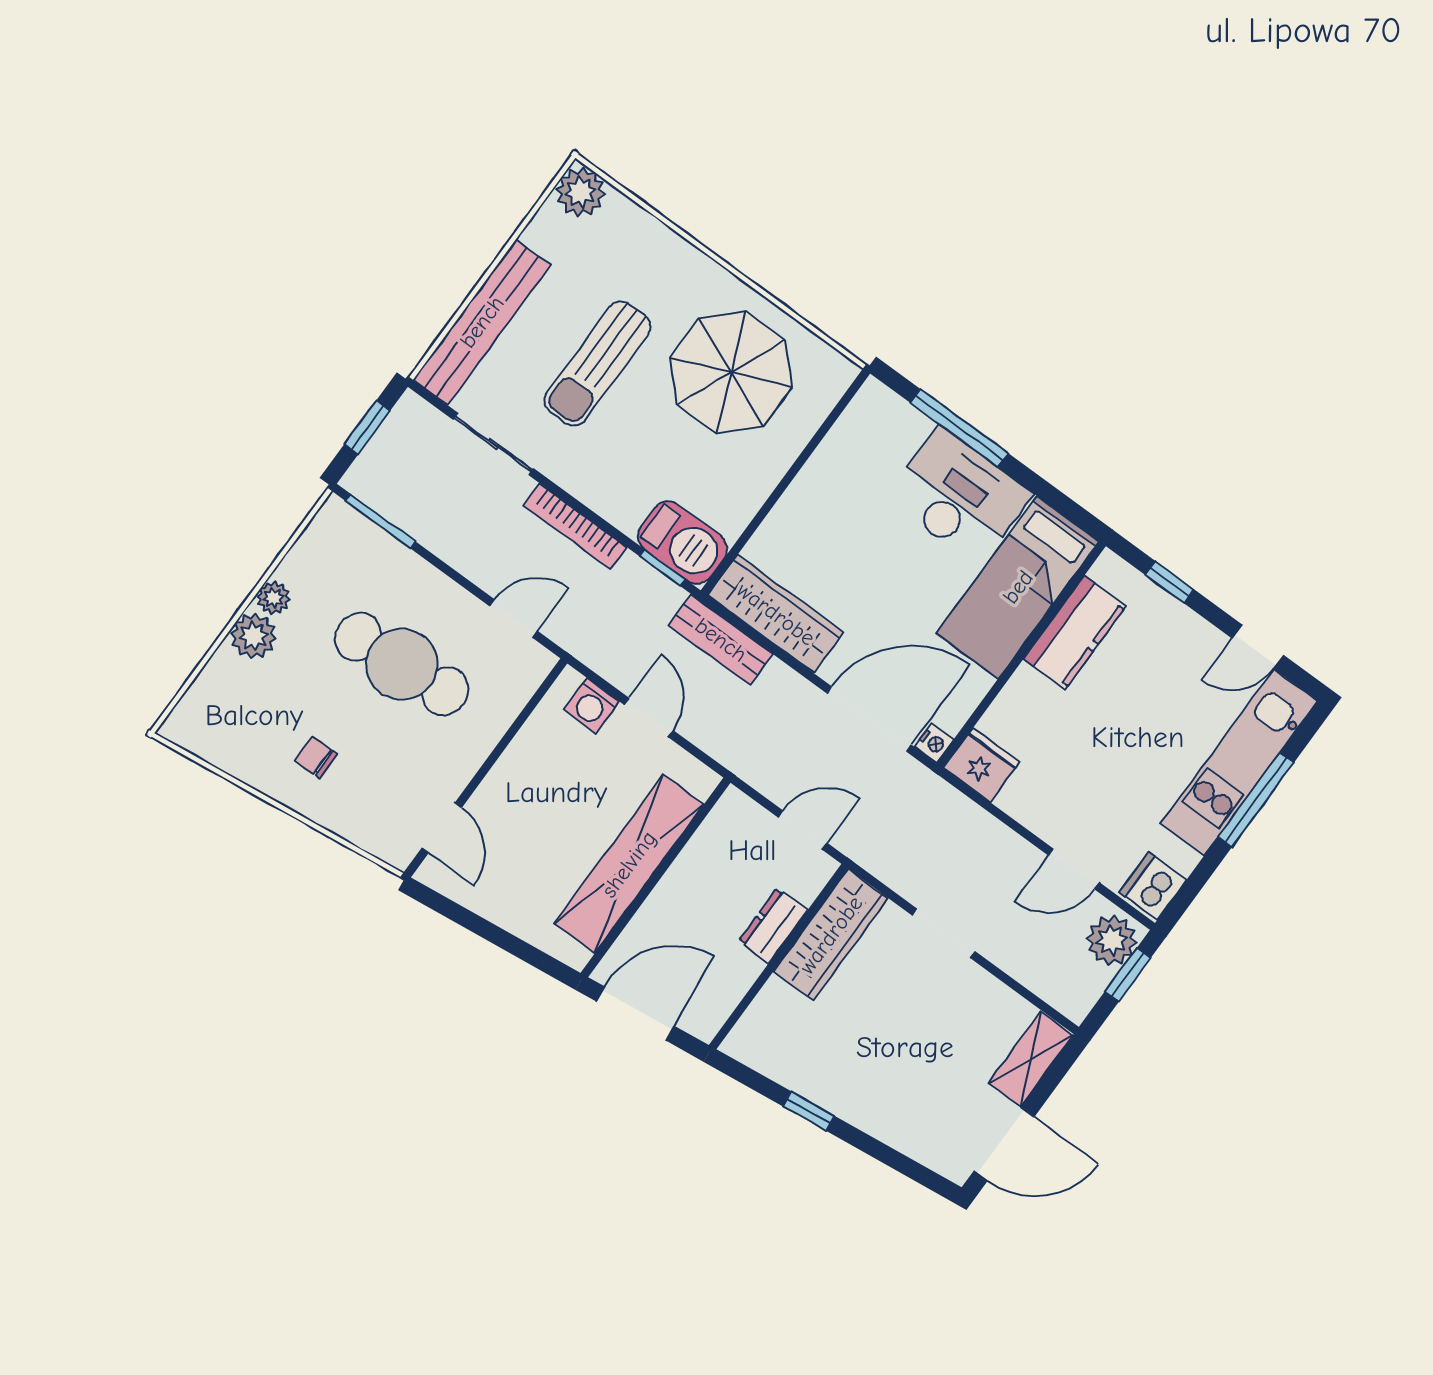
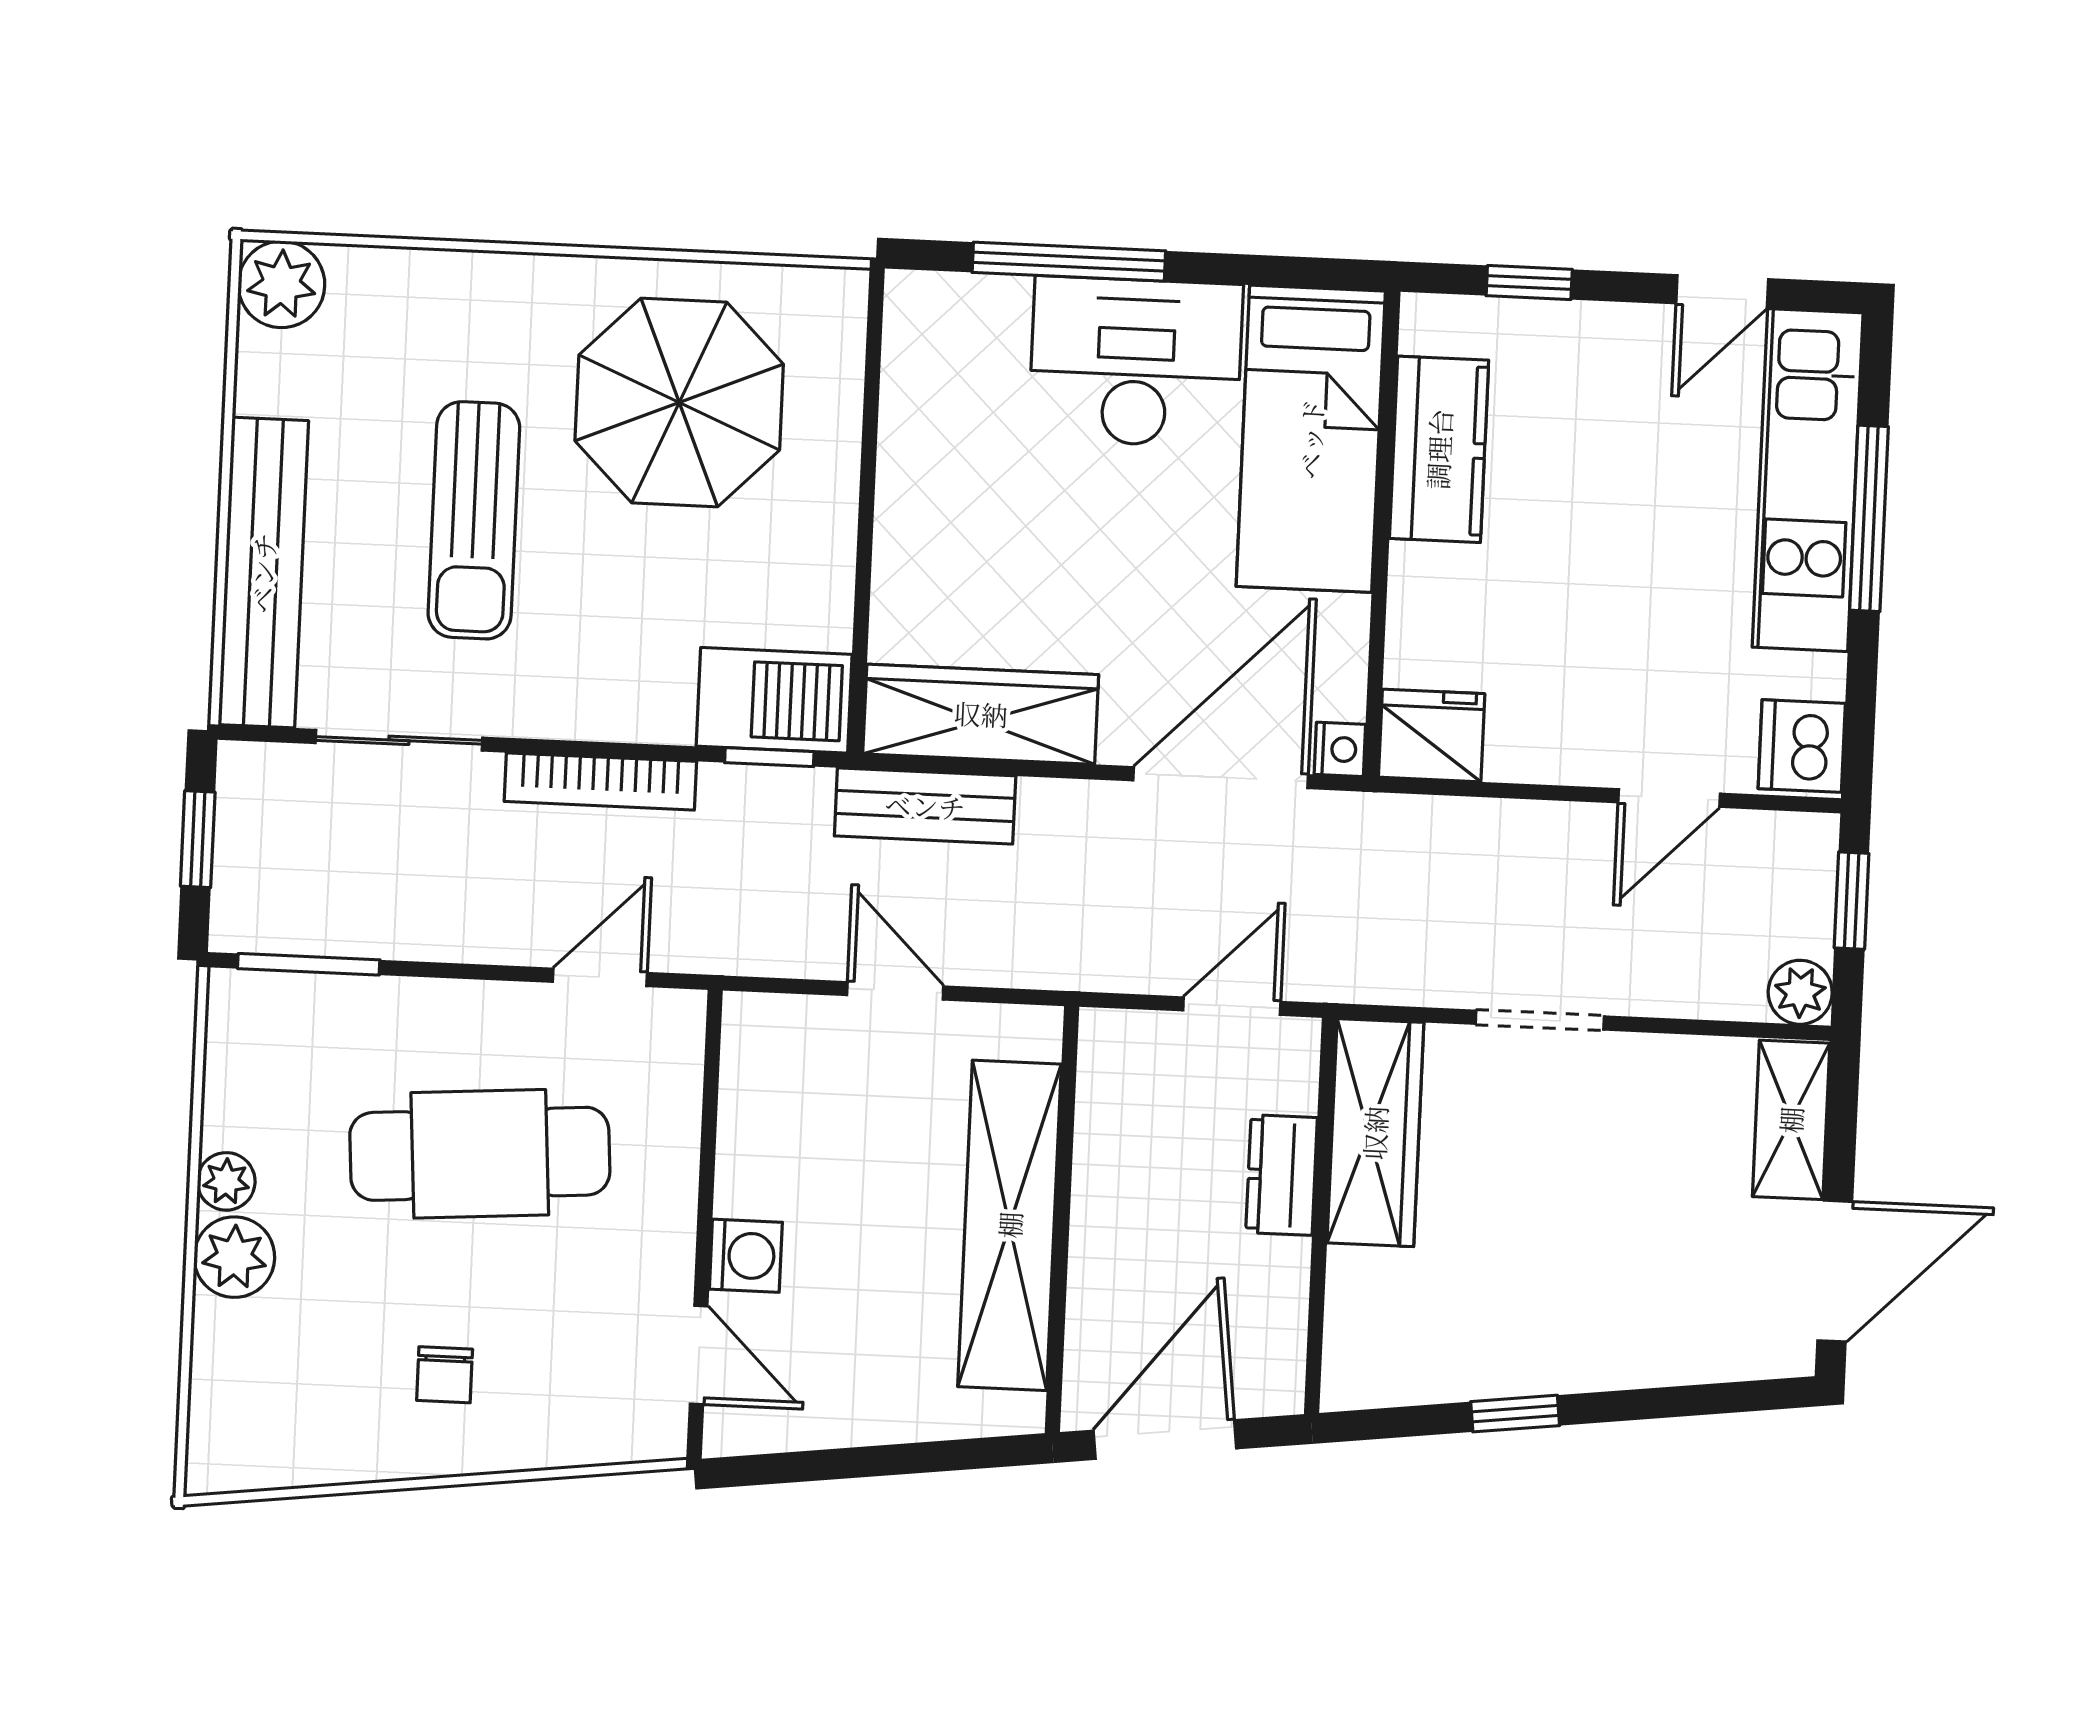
washing machine: (591, 706) -> (746, 1256), moved, turned -90
chair: (316, 757) -> (445, 1375), turned -90
plant: (1112, 940) -> (1800, 992), moved, width x0.73, depth x0.73

